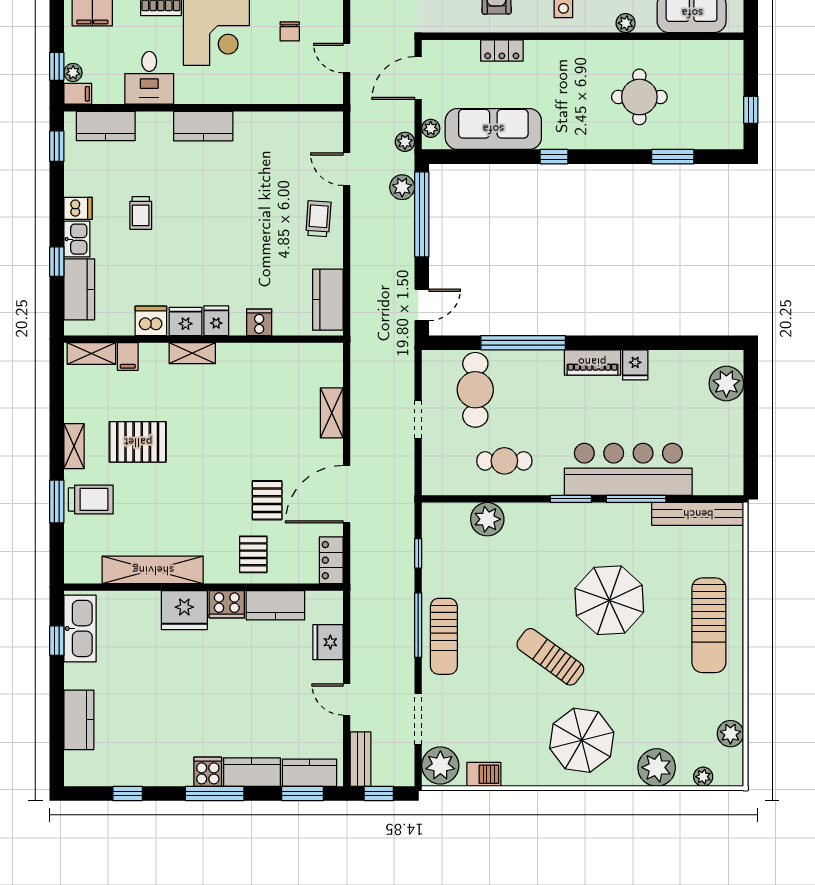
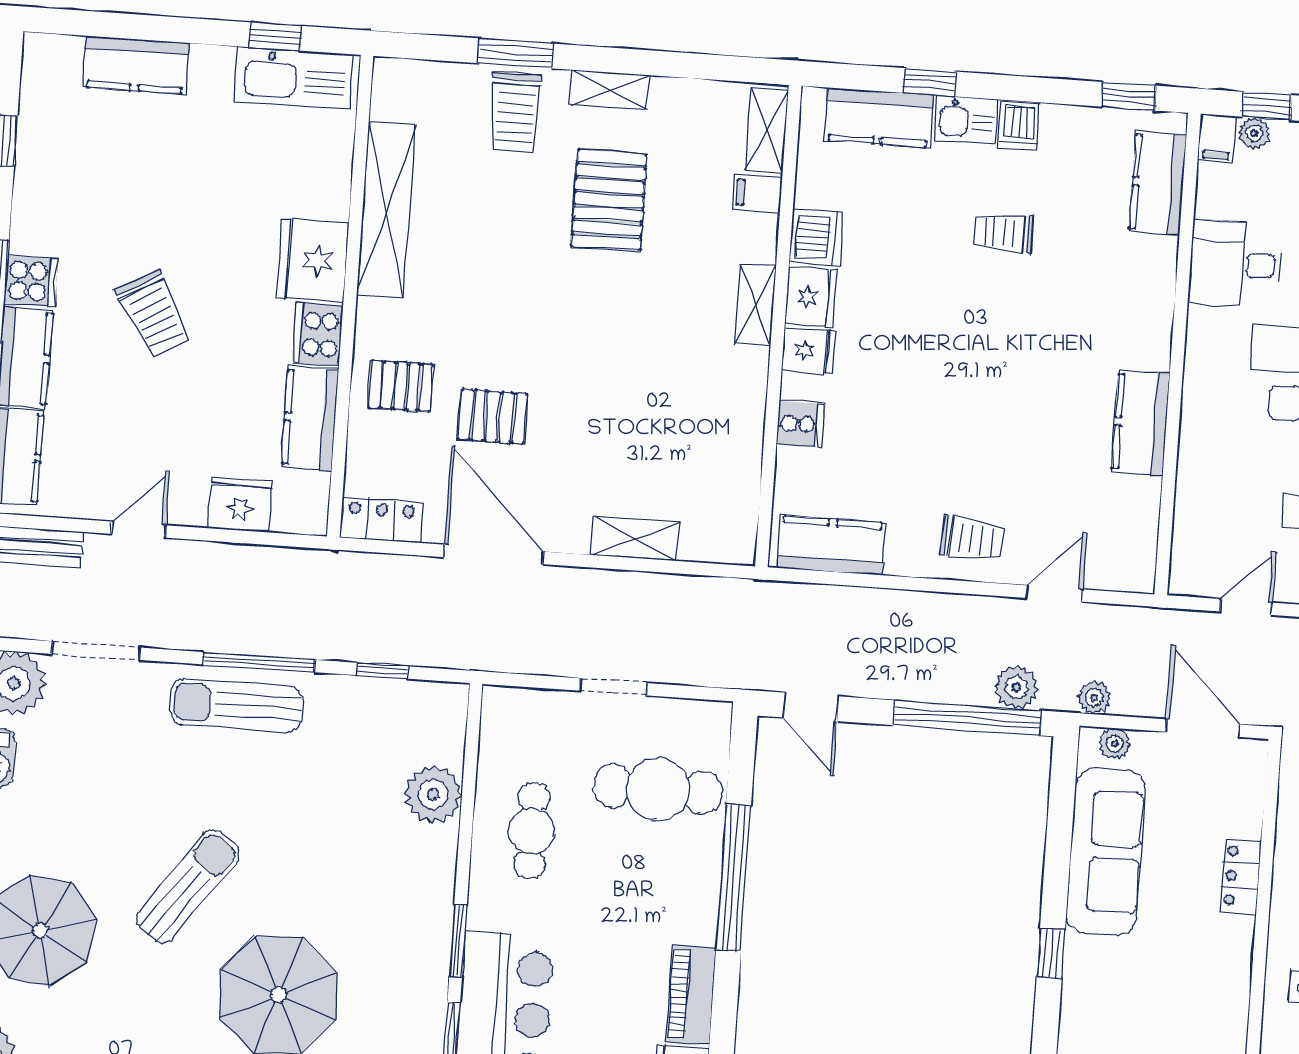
kitchen counter: (203, 126) -> (1141, 423), moved
trolley: (222, 700) -> (154, 314), added

